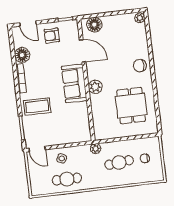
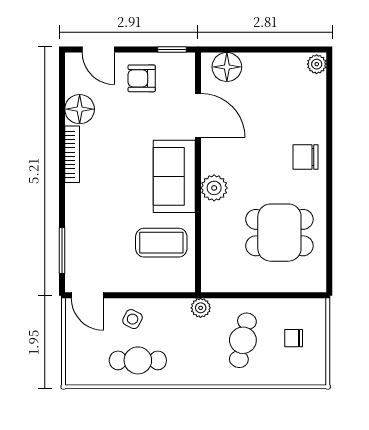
dining table: (131, 106) -> (279, 233), turned 90
coffee table: (37, 107) -> (161, 243), moved
cafe table: (119, 162) -> (243, 340), turned -72

